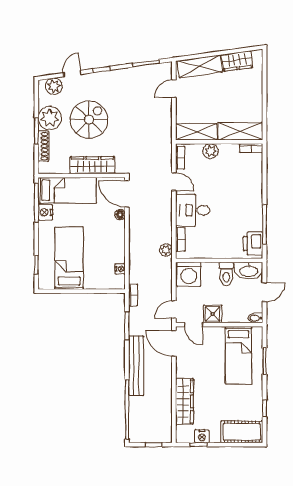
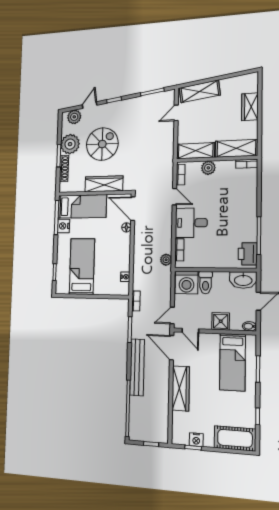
wardrobe: (237, 61) -> (250, 107), moved, turned 98
toilet: (226, 274) -> (206, 283), moved
shower: (213, 314) -> (221, 321), moved
wardrobe: (184, 401) -> (181, 388), moved

